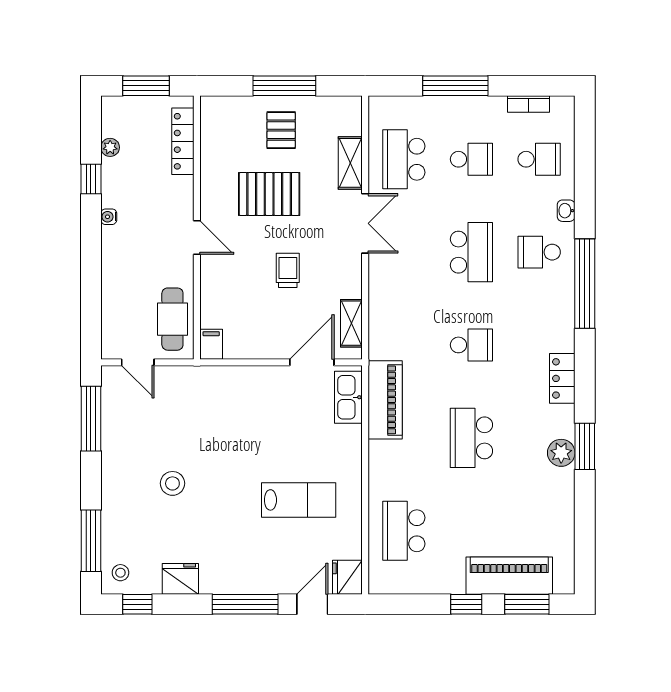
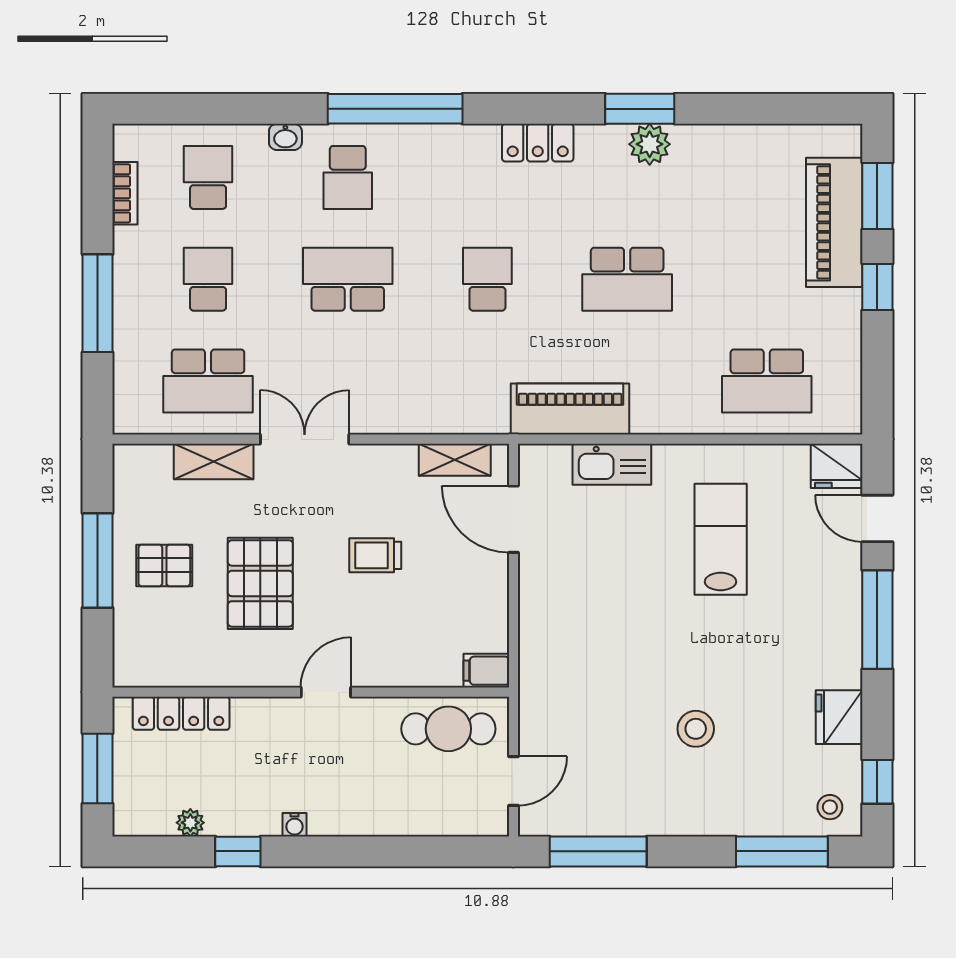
kitchen sink: (348, 397) -> (612, 464), moved

